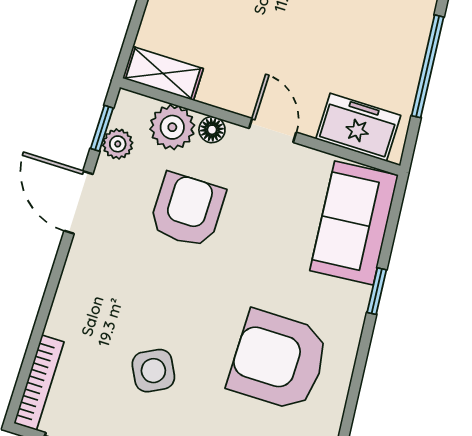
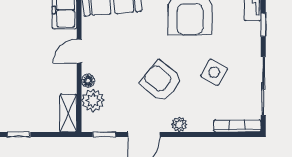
plant: (118, 144) -> (179, 124), moved
armchair: (187, 210) -> (161, 81), moved, turned 39
side table: (153, 371) -> (214, 72), turned -33

